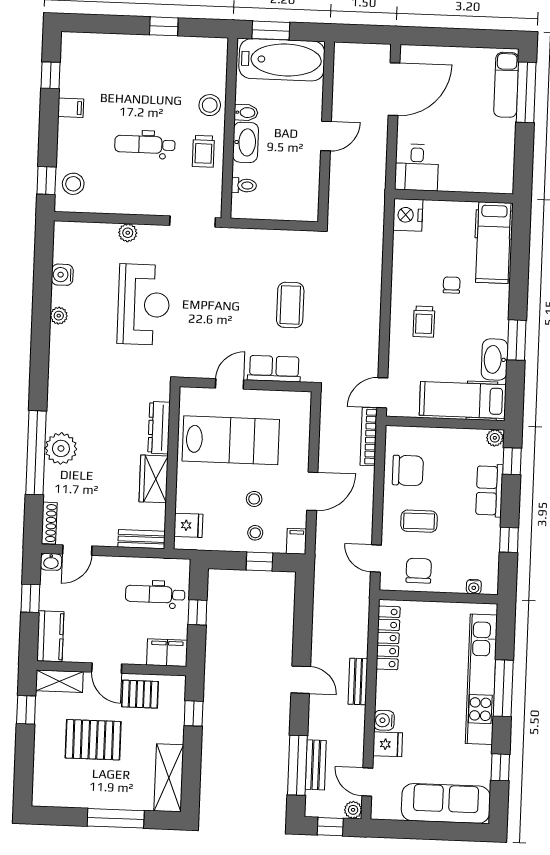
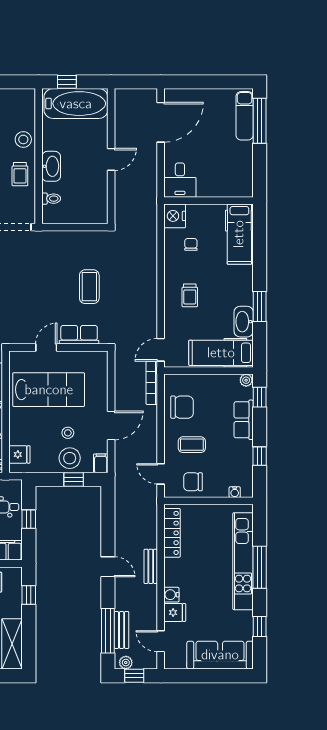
window: (271, 30) -> (67, 82), width x0.67
bidet: (246, 113) -> (51, 144), removed
chair: (452, 285) -> (191, 244), moved
stool: (255, 533) -> (70, 458), width x1.89, depth x1.89
chair: (419, 571) -> (193, 482), turned -90
plant: (353, 810) -> (126, 663), moved

